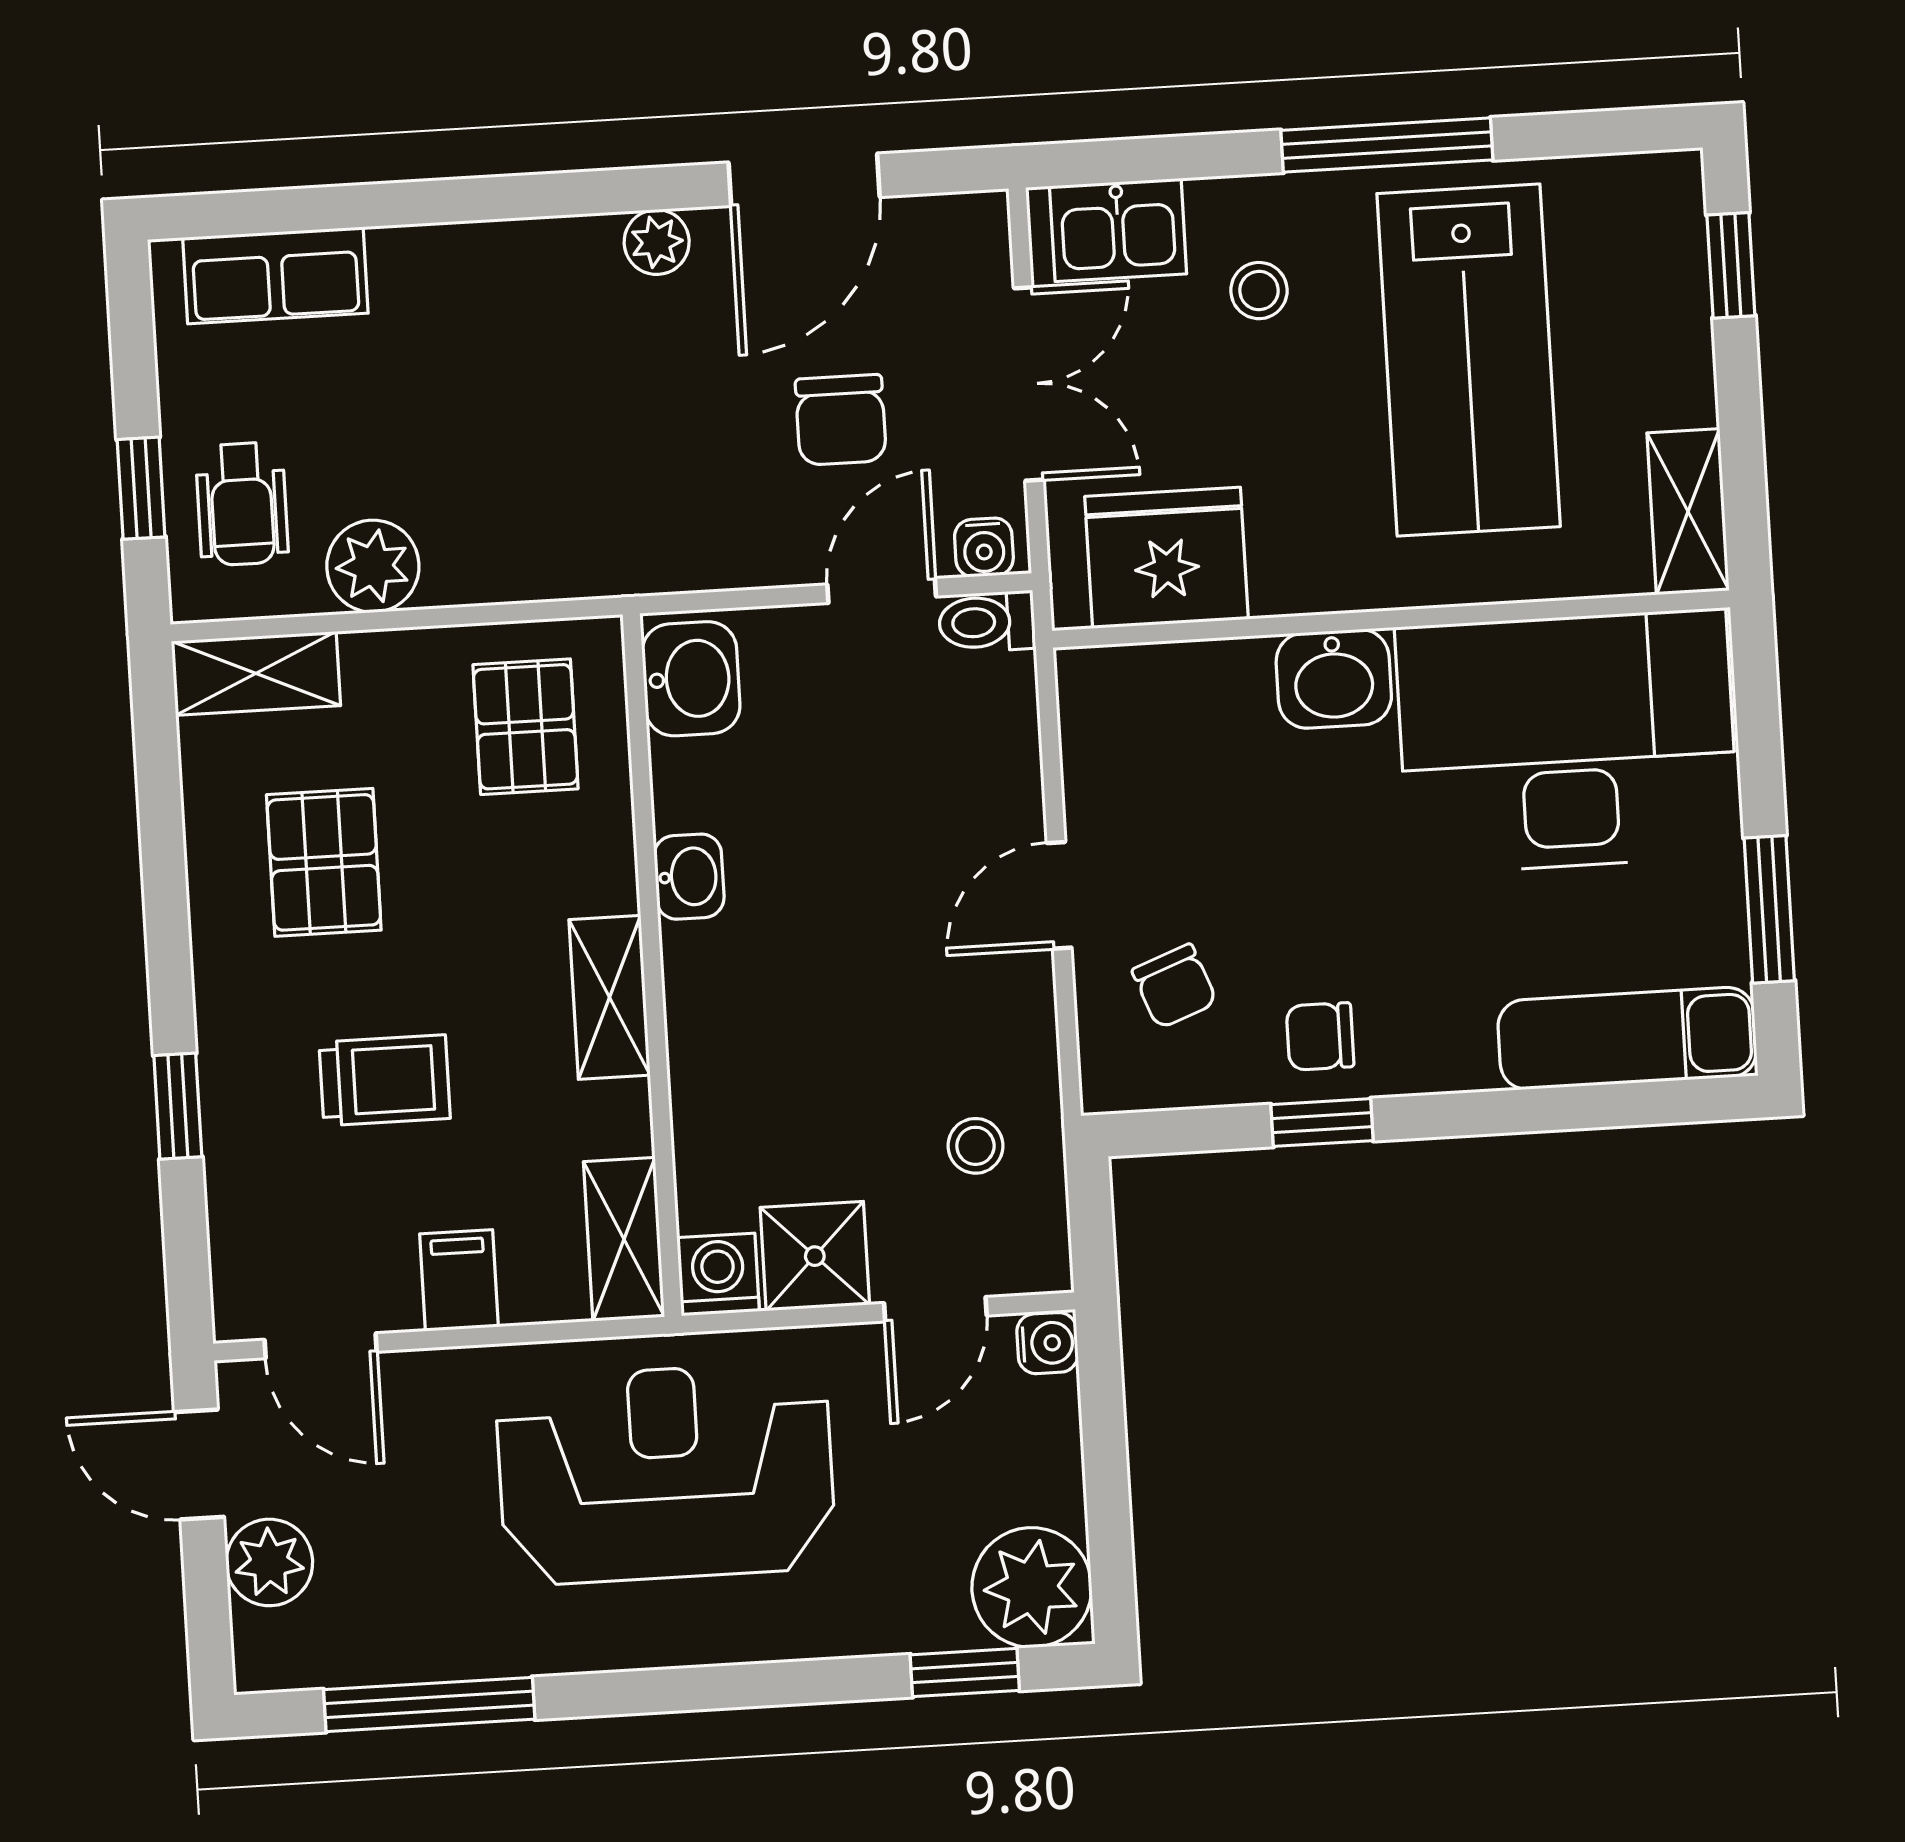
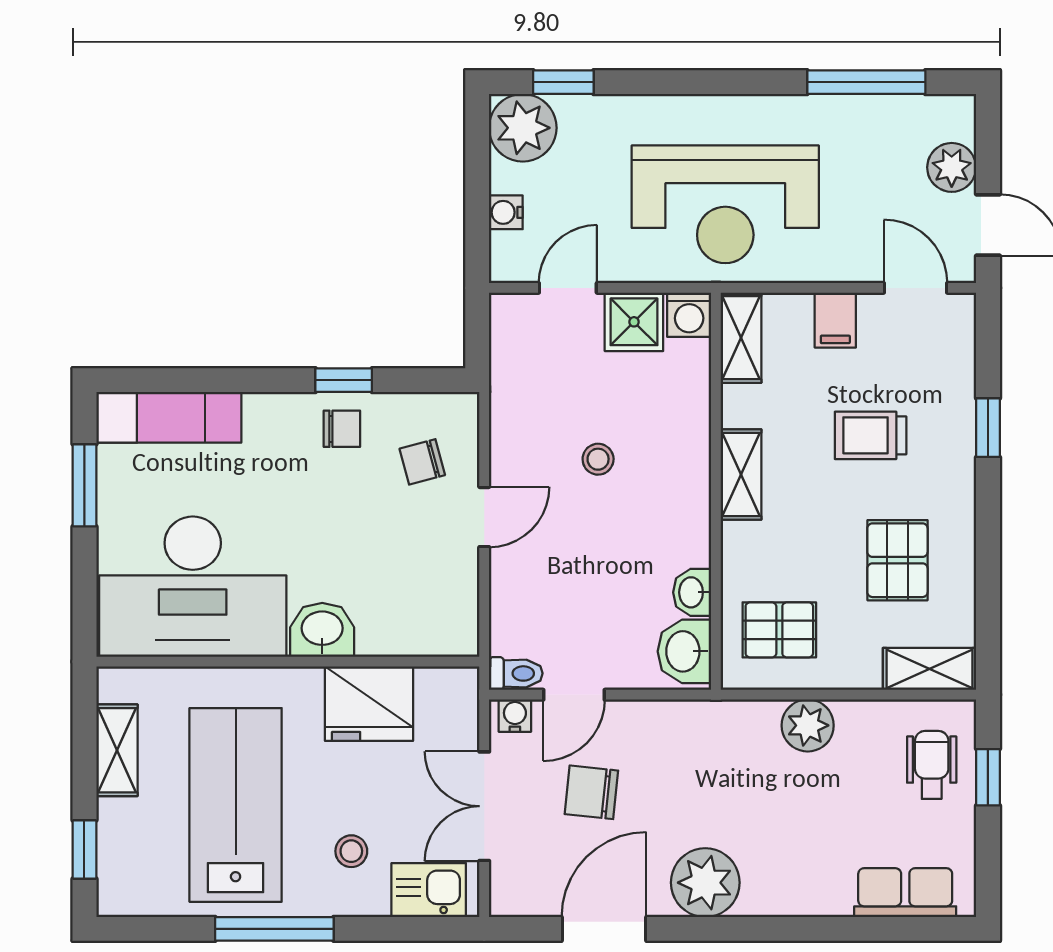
plant: (657, 242) -> (705, 883), width x1.88, depth x1.88
chair: (841, 420) -> (591, 792), turned -84
shelving: (1688, 512) -> (117, 750), moved
fridge: (1167, 558) -> (369, 704), moved
plant: (373, 566) -> (808, 725), moved
pallet: (525, 727) -> (779, 630), turned 90
washbasin: (689, 877) -> (692, 592), moved
chair: (1175, 986) -> (422, 462), turned -84
stool: (975, 1146) -> (598, 459), moved
water cooler: (1047, 1343) -> (506, 212), moved

